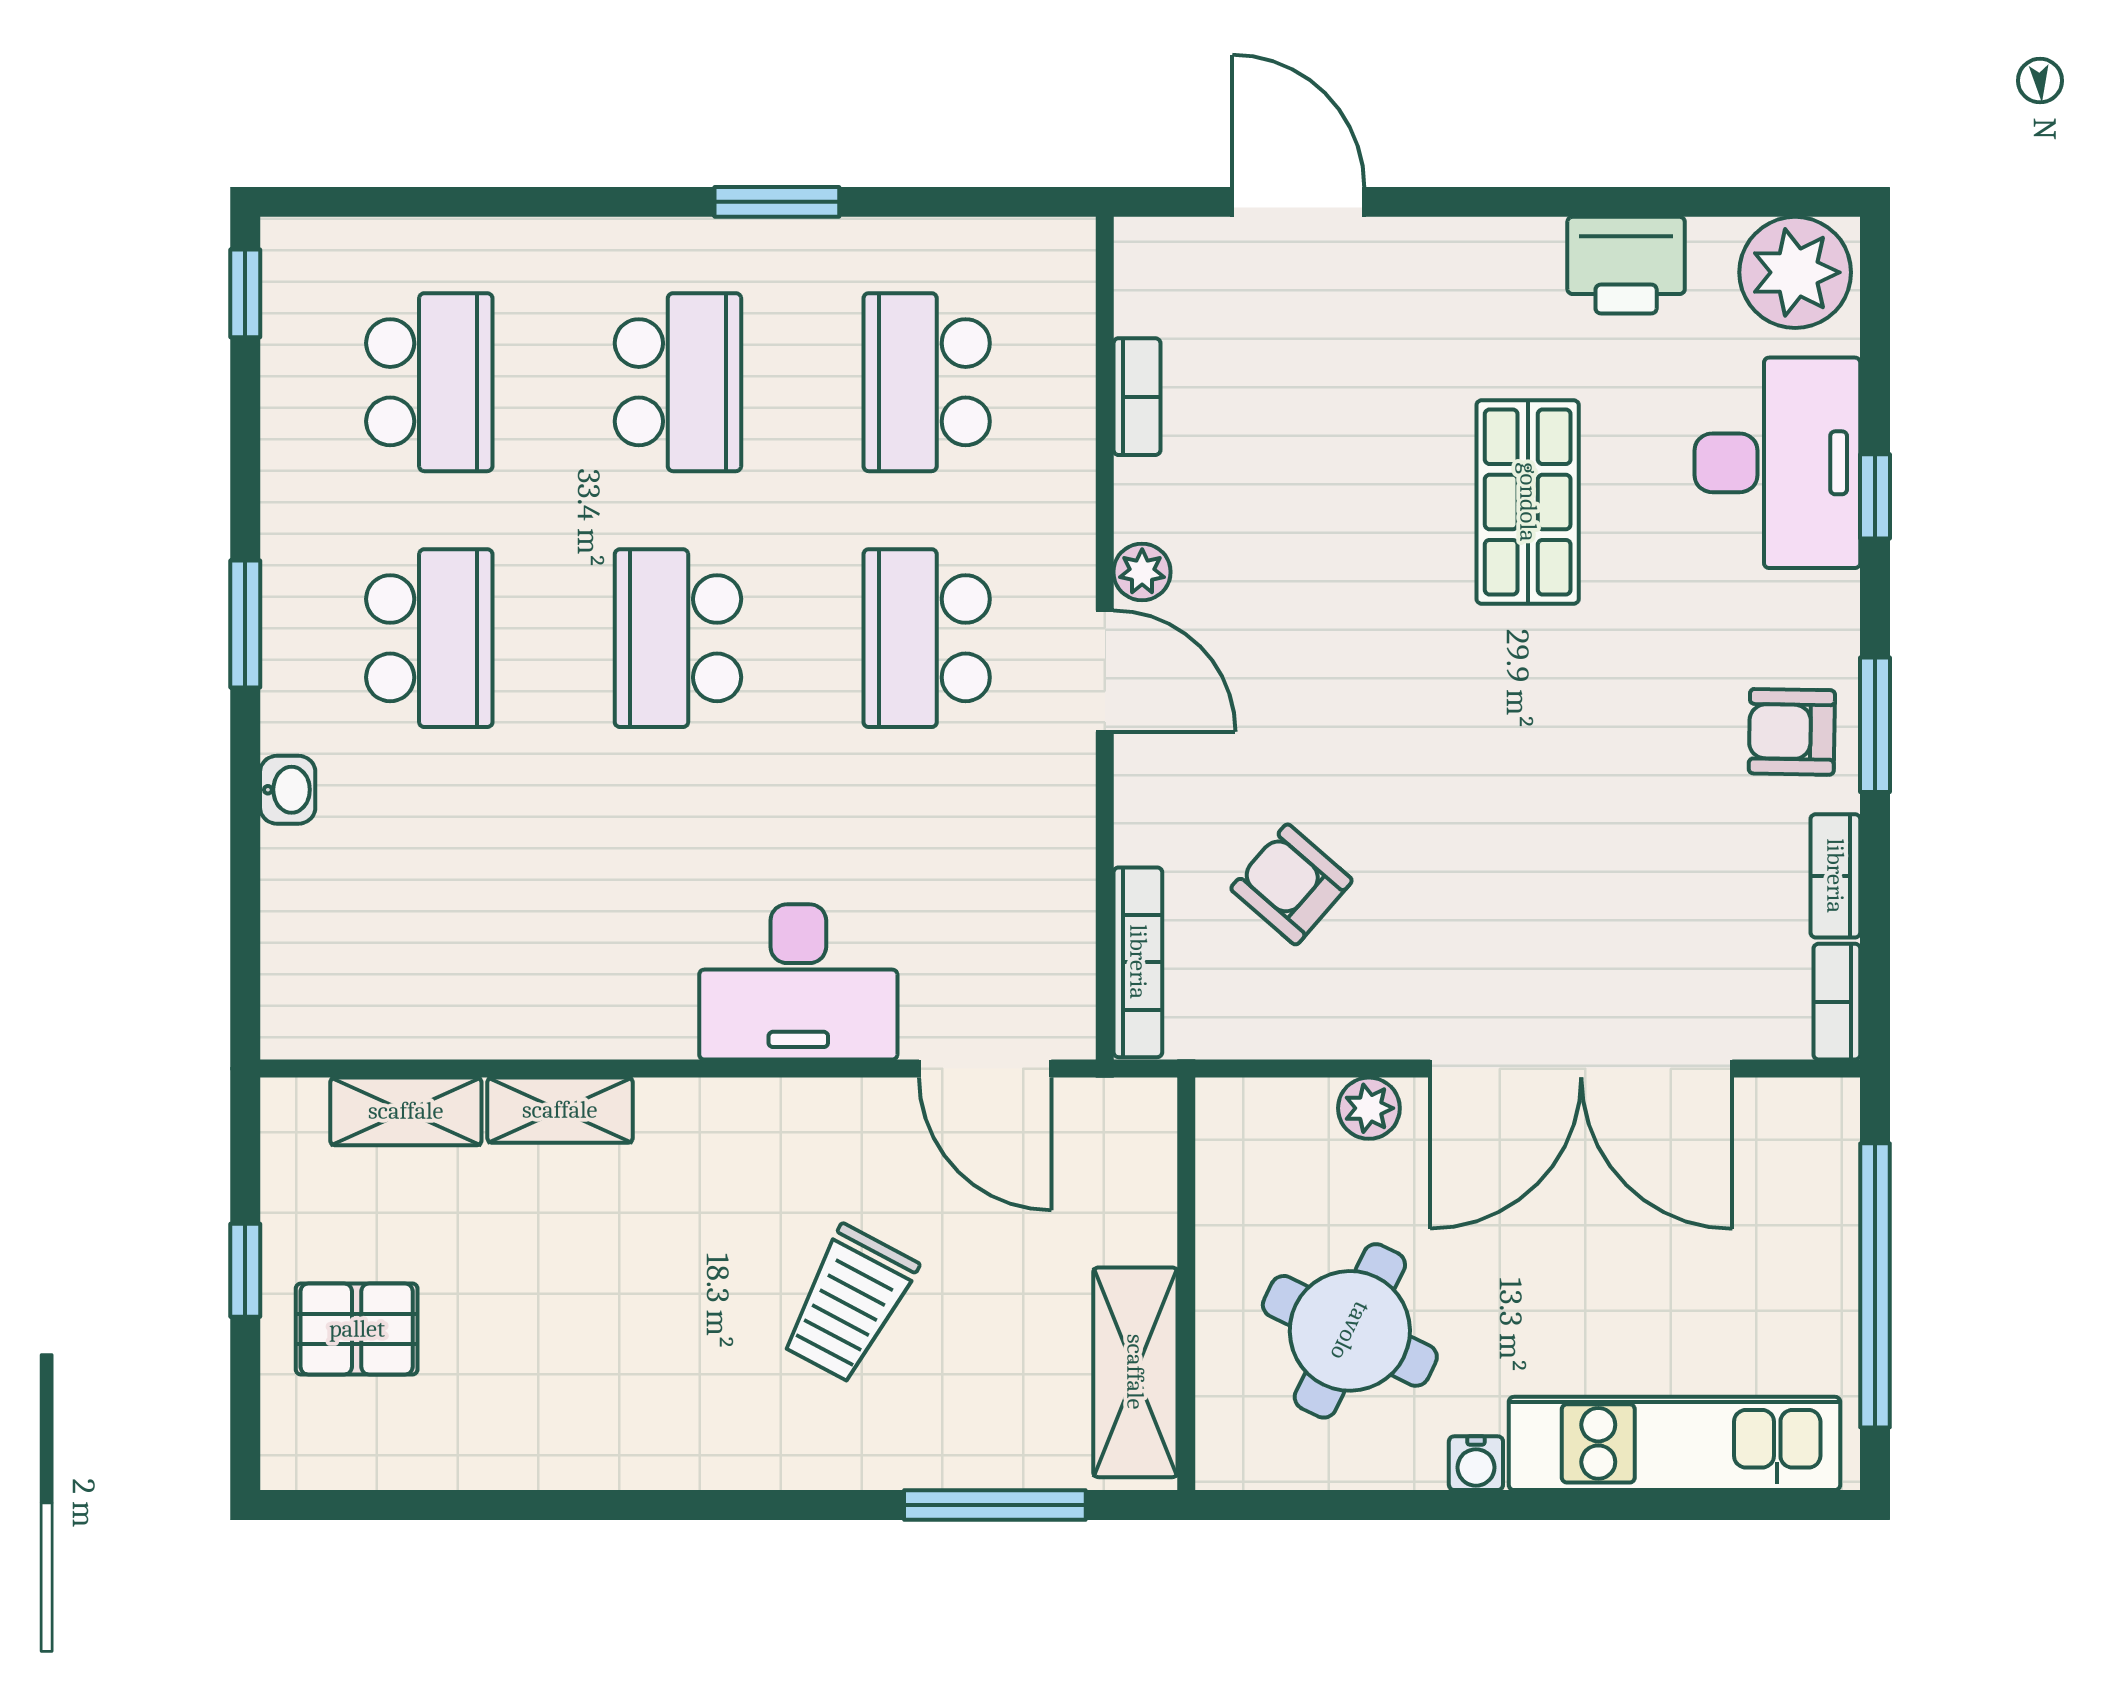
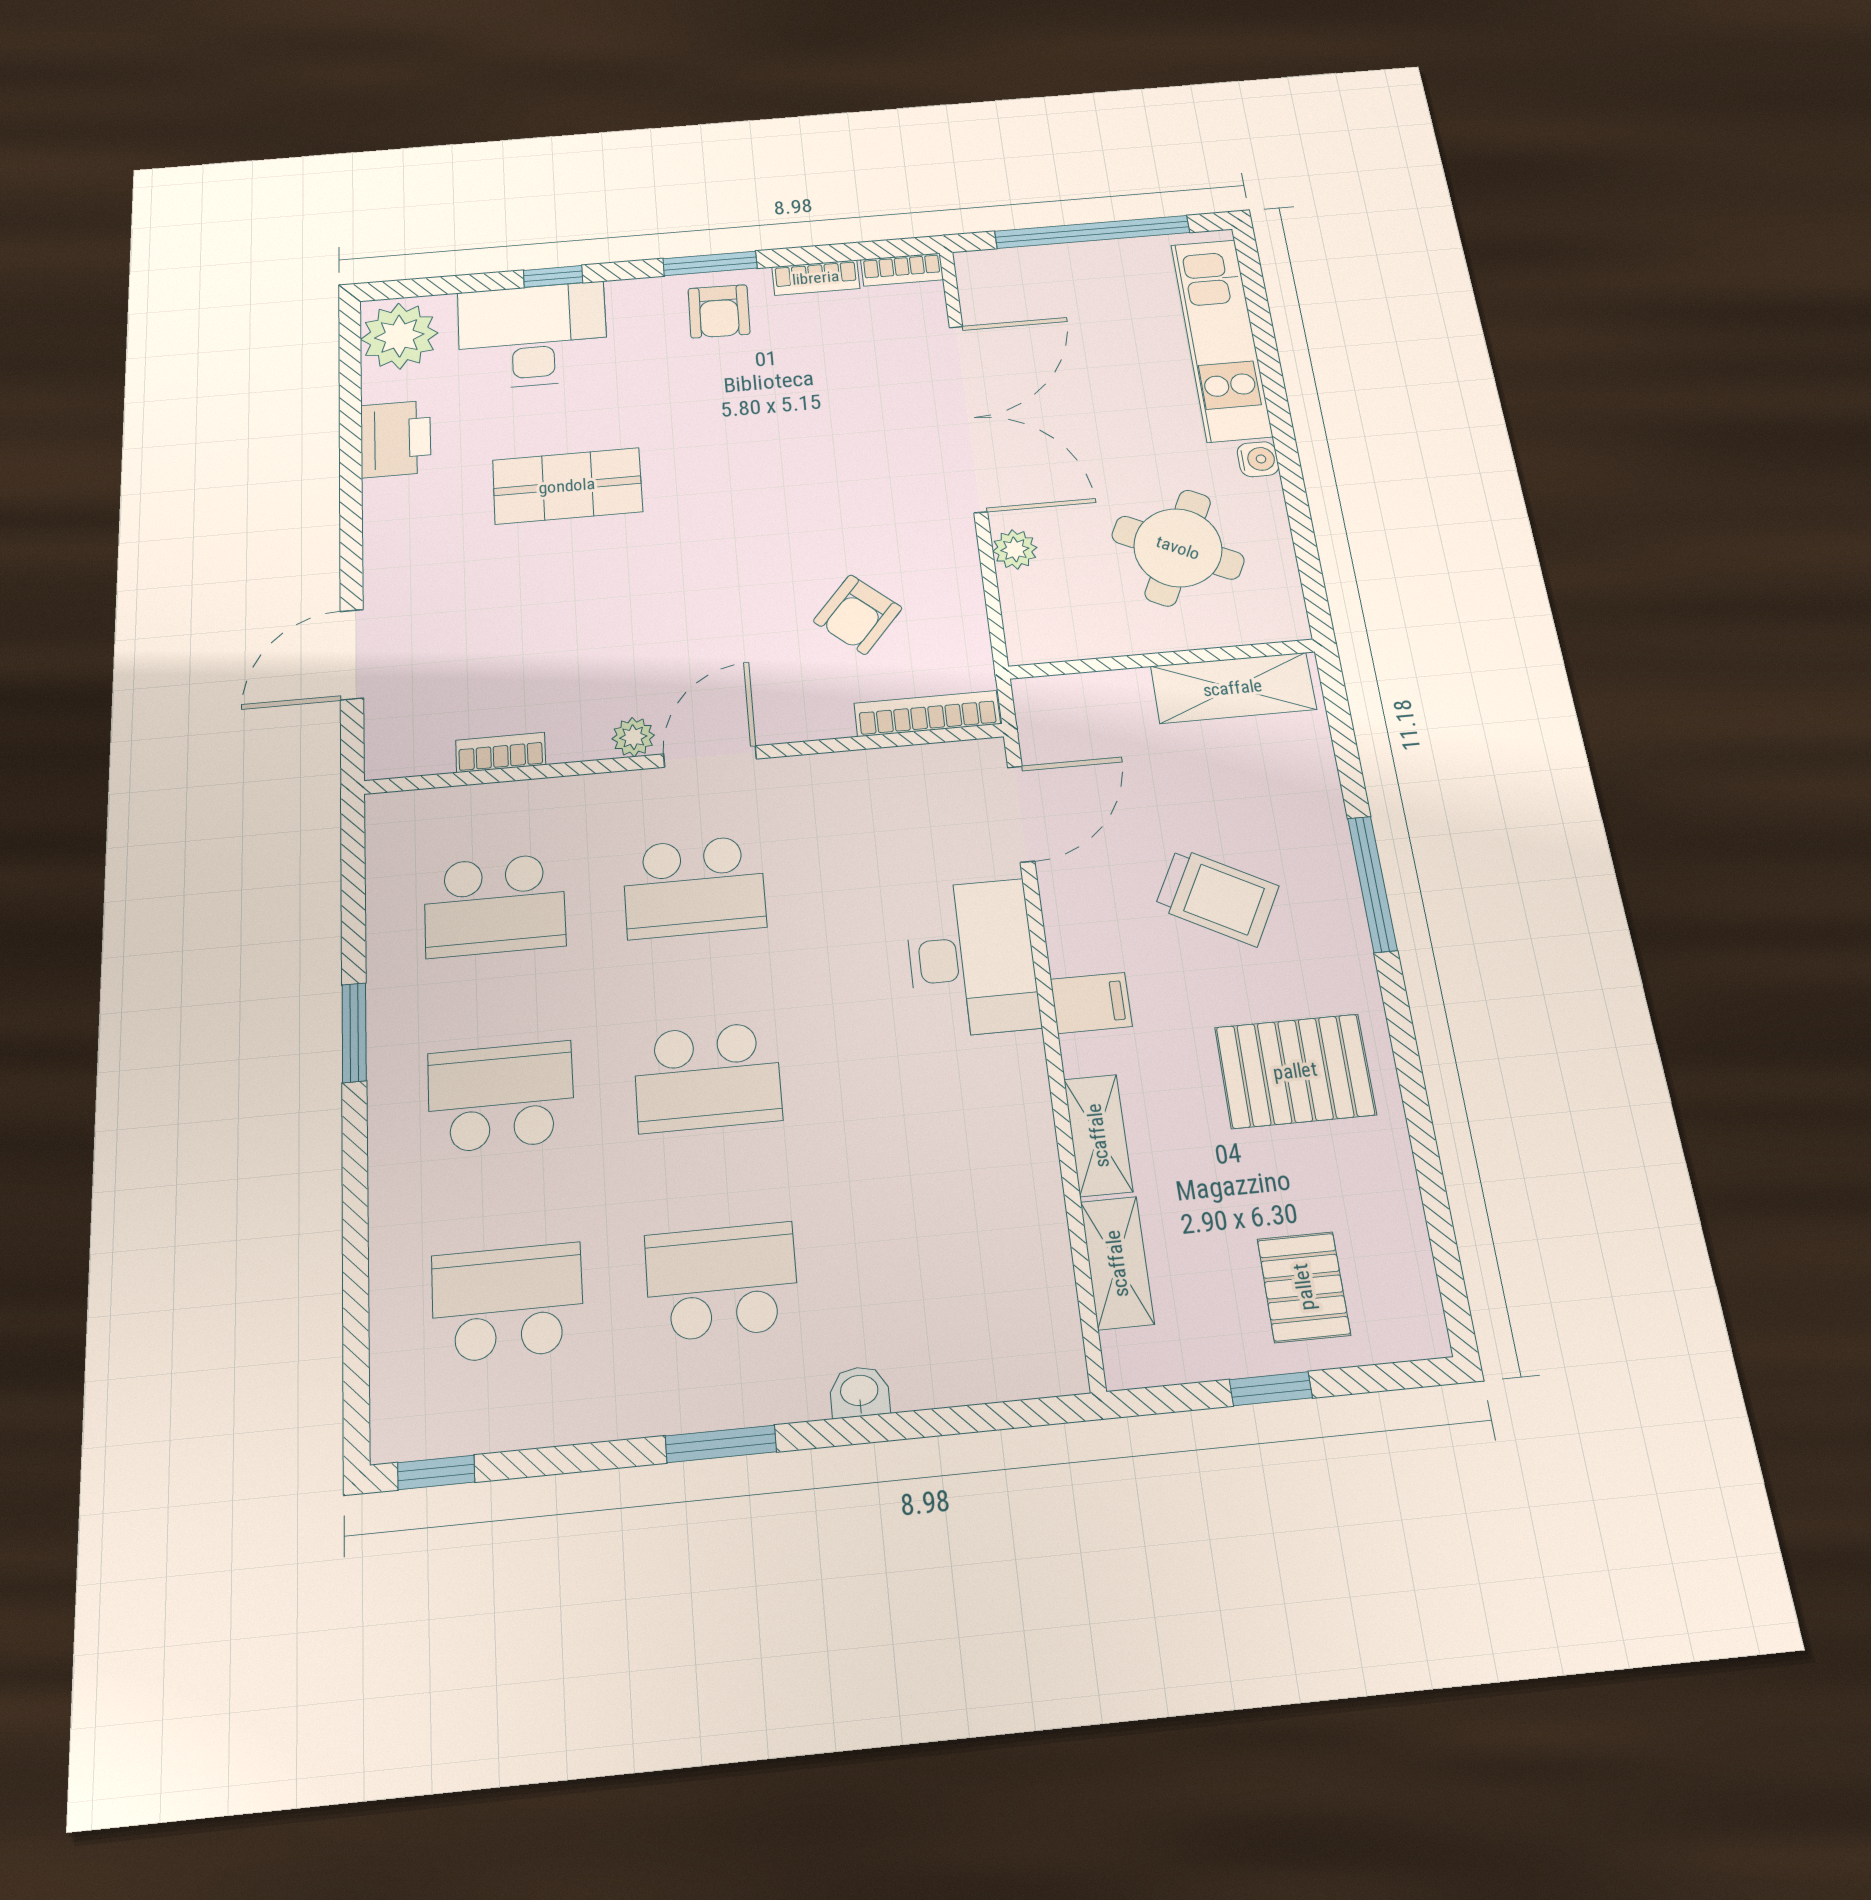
filing cabinet: (726, 1125) -> (1091, 1003), added
pallet: (616, 1364) -> (1295, 1071), added
window: (995, 1505) -> (1372, 884), moved

